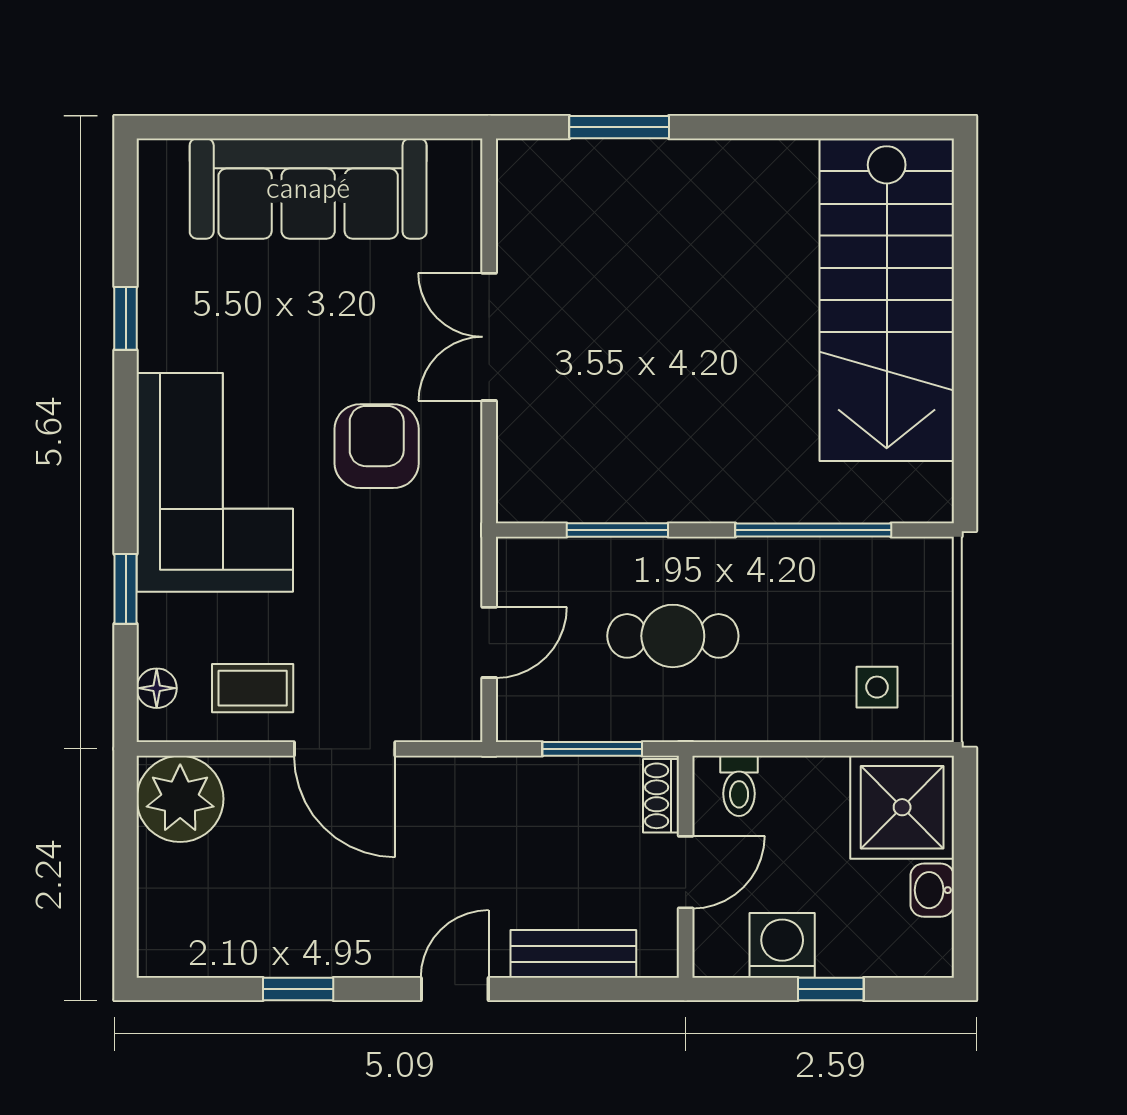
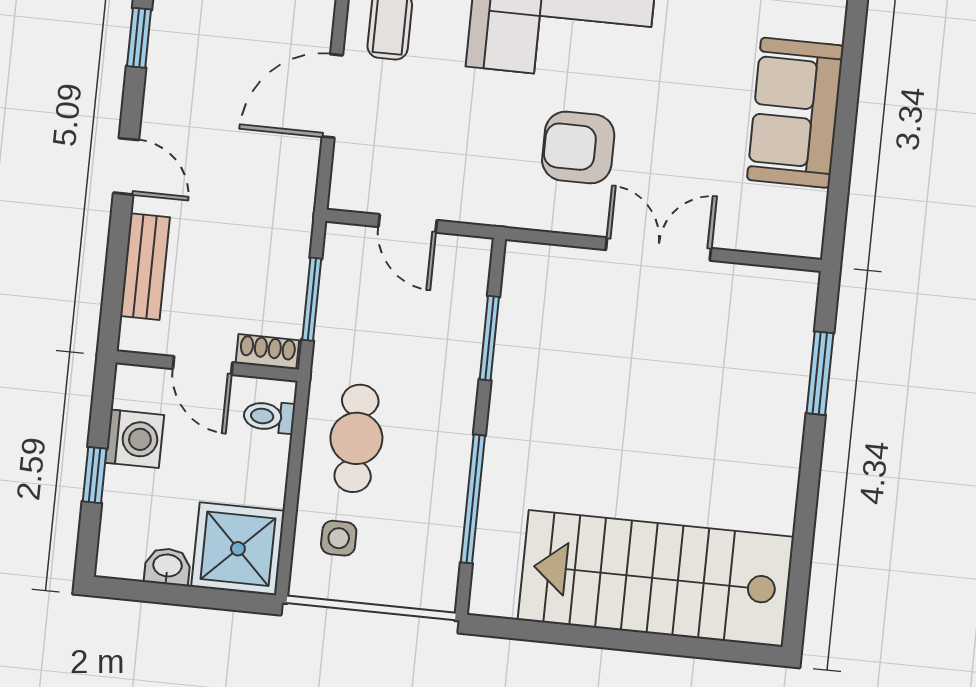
sofa: (308, 189) -> (795, 113), width x0.73
armchair: (377, 446) -> (578, 147), turned 180
cafe table: (673, 636) -> (356, 438), moved

